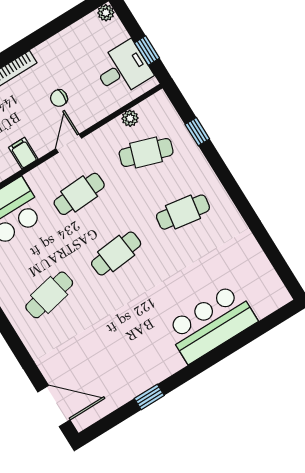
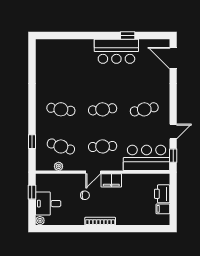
desk: (123, 69) -> (48, 204), moved
filing cabinet: (23, 153) -> (111, 180), width x2.00
bar counter: (211, 324) -> (116, 51), moved

